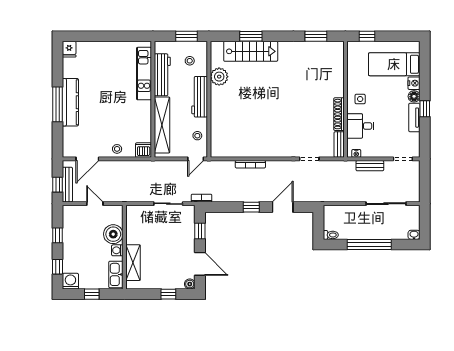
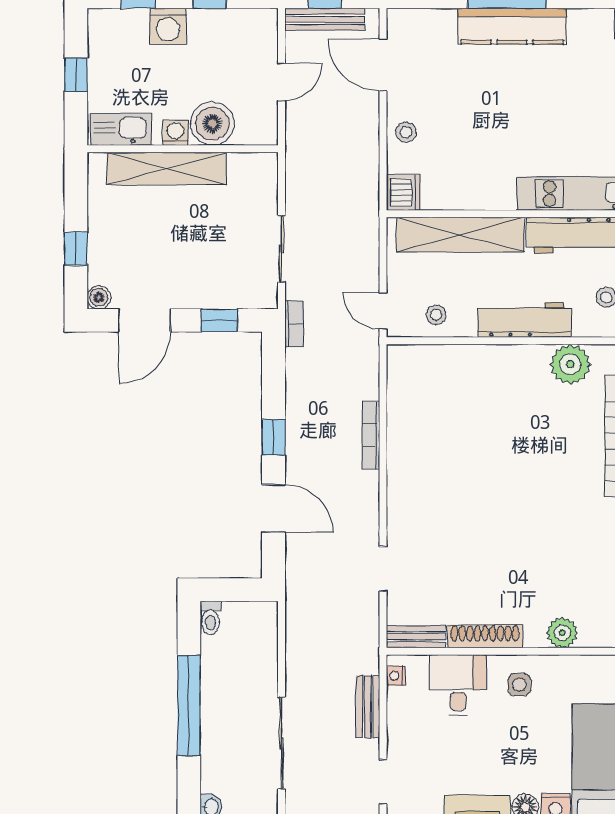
plant: (337, 80) -> (562, 633), added
shelving: (133, 263) -> (167, 168), width x1.47
washing machine: (70, 281) -> (168, 26), moved, turned 90

